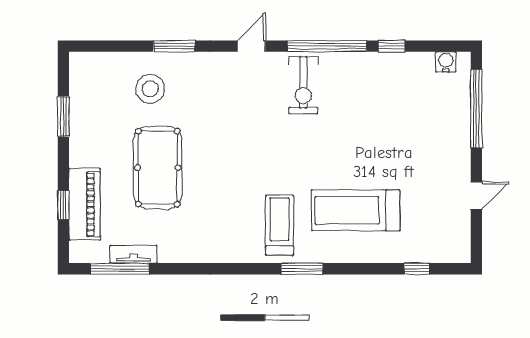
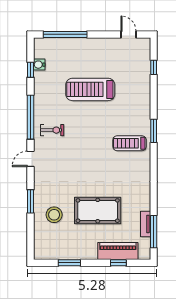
door: (251, 46) -> (30, 159), hinge flipped
window: (391, 46) -> (30, 70), moved
water cooler: (446, 62) -> (39, 65), moved
exercise bike: (303, 85) -> (52, 130), width x0.73, depth x0.72
door: (476, 196) -> (129, 34), moved
treadmill: (356, 210) -> (90, 89), moved, turned 90

